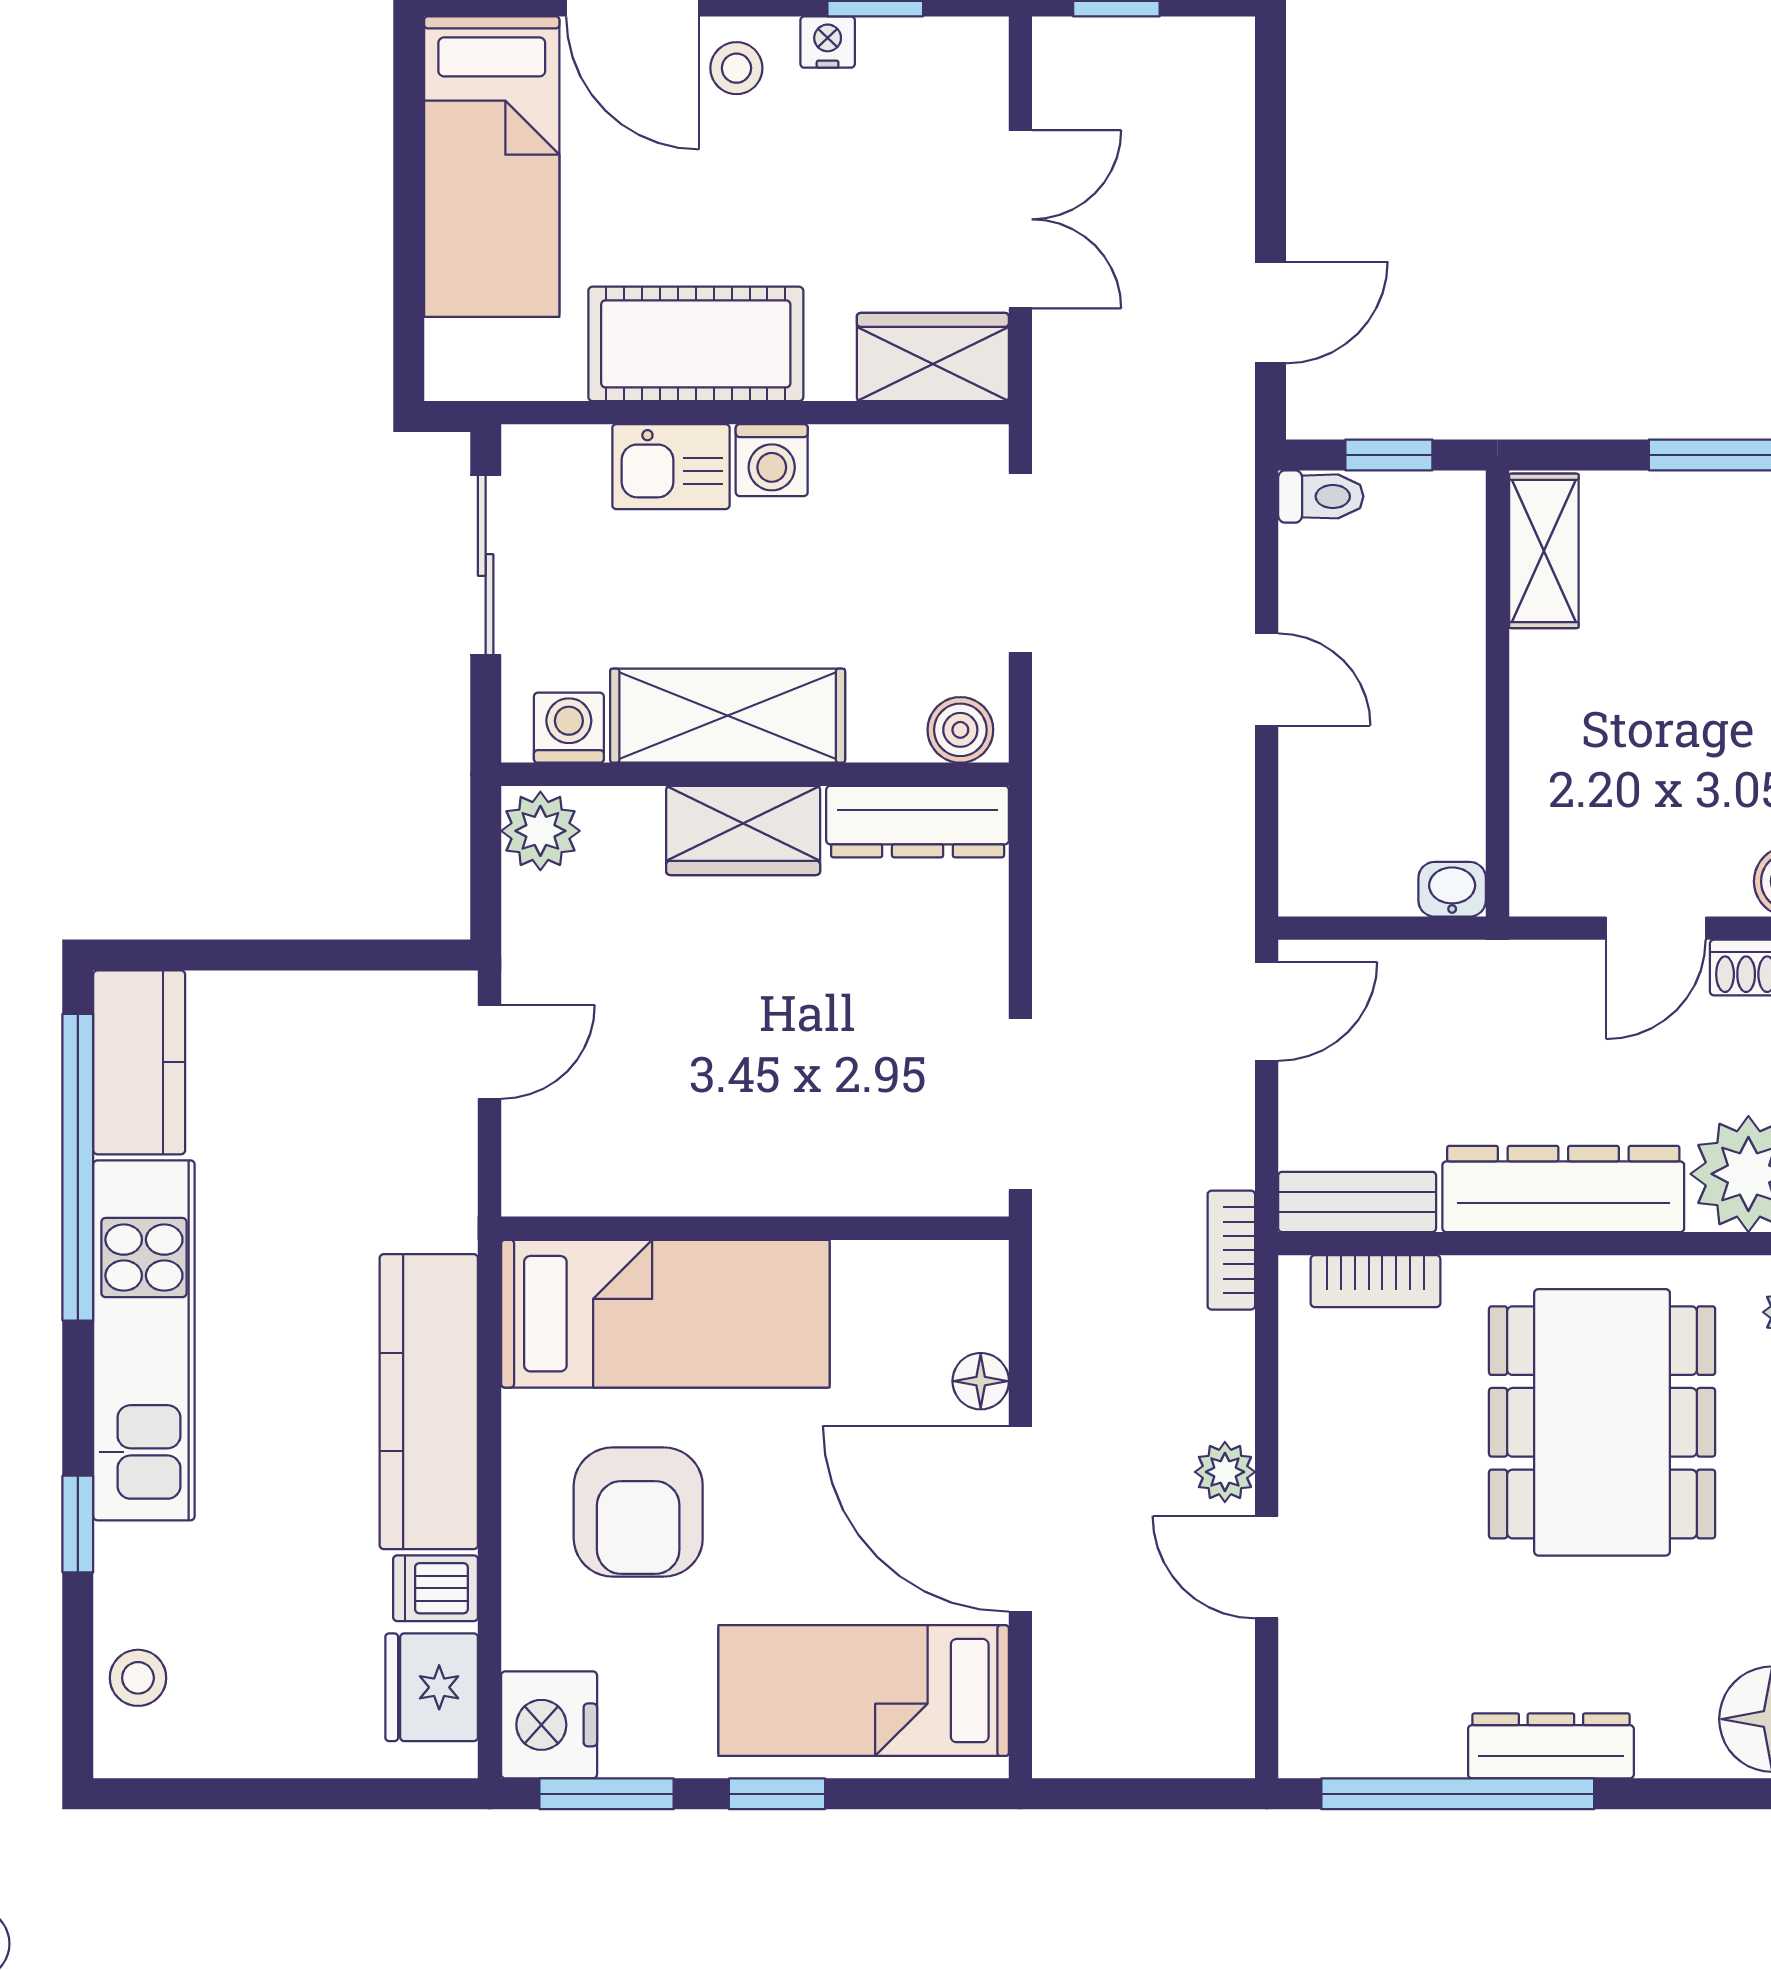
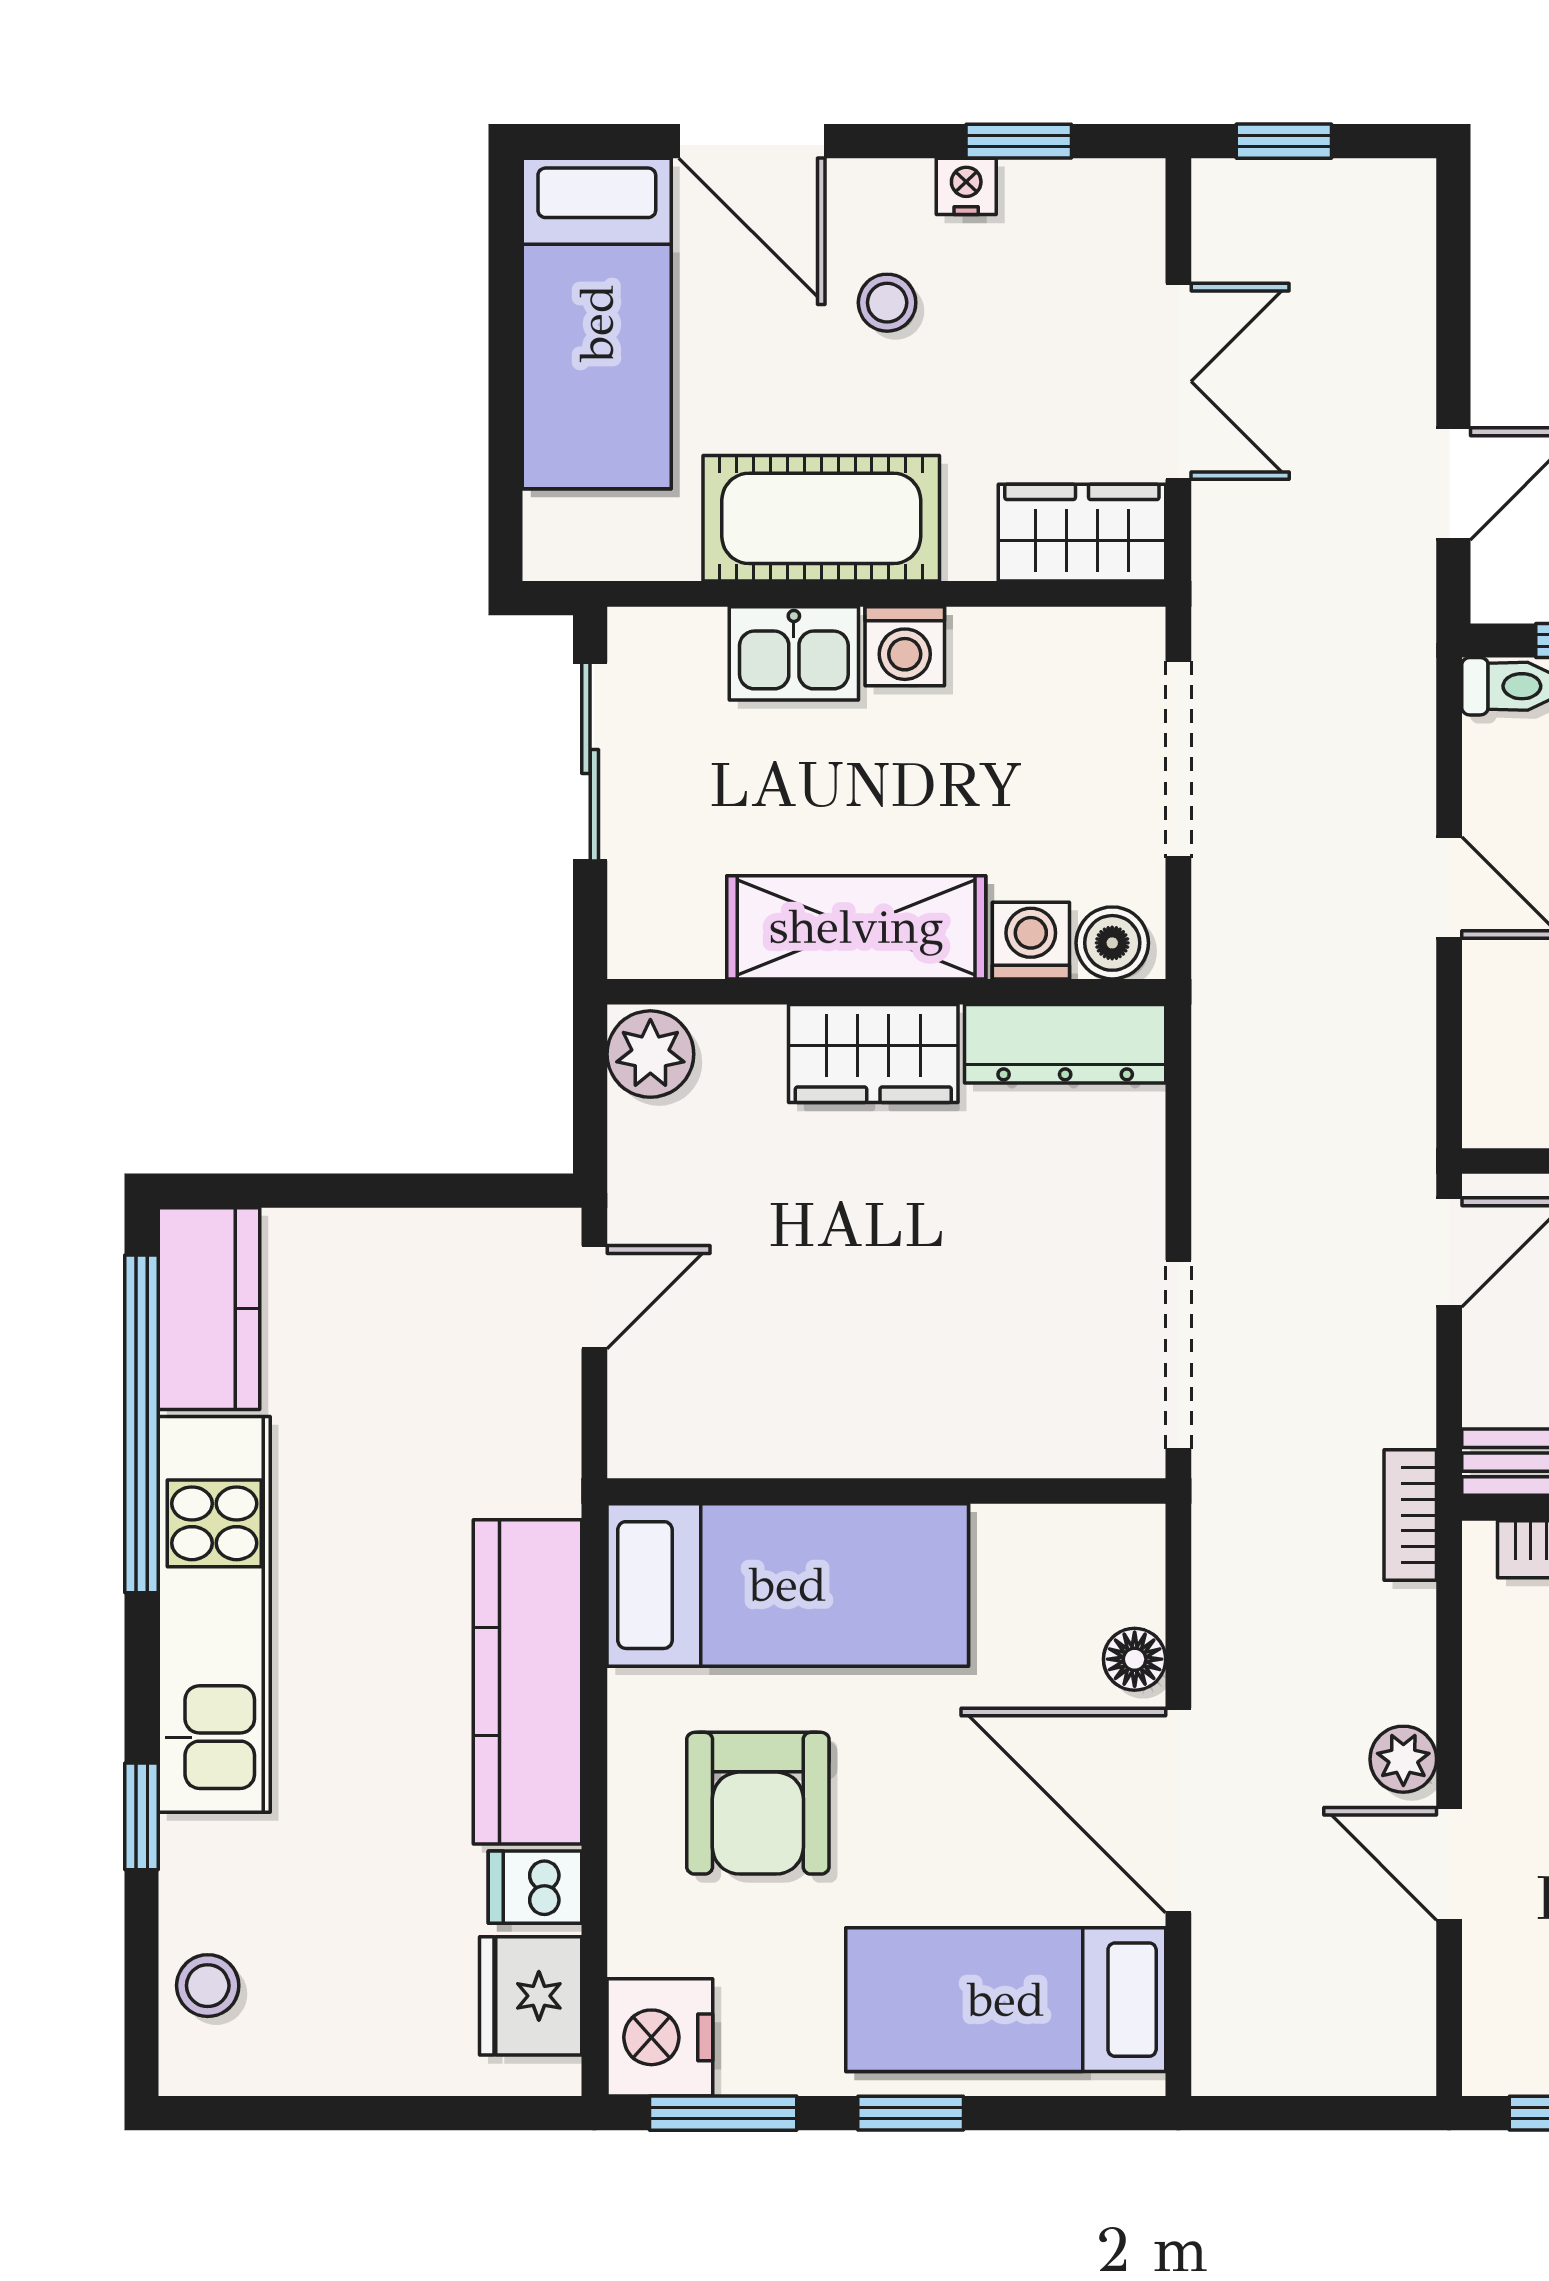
stool: (736, 68) -> (887, 303), moved
washing machine: (569, 728) -> (1031, 941), moved

